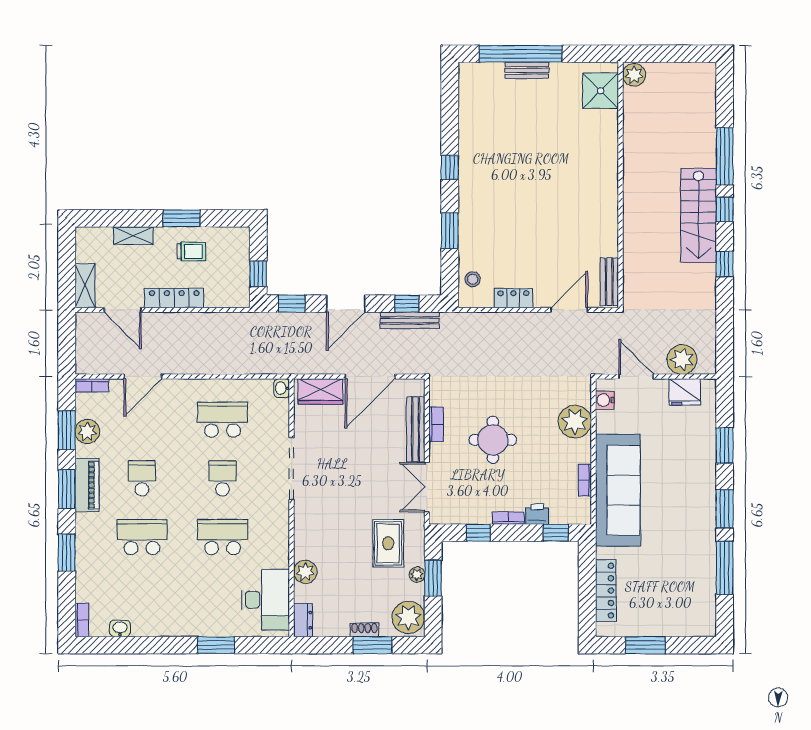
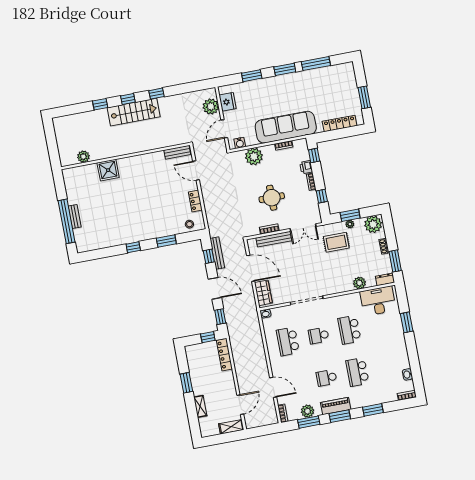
plant: (634, 75) -> (83, 157), moved
shower: (601, 91) -> (108, 170), moved
window: (725, 156) -> (100, 104), width x0.46
trolley: (191, 252) -> (203, 374), removed
locker: (174, 298) -> (224, 355), moved
window: (373, 645) -> (395, 261), moved

